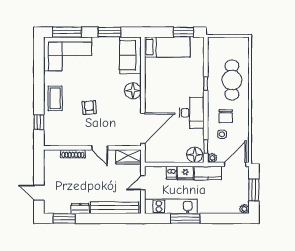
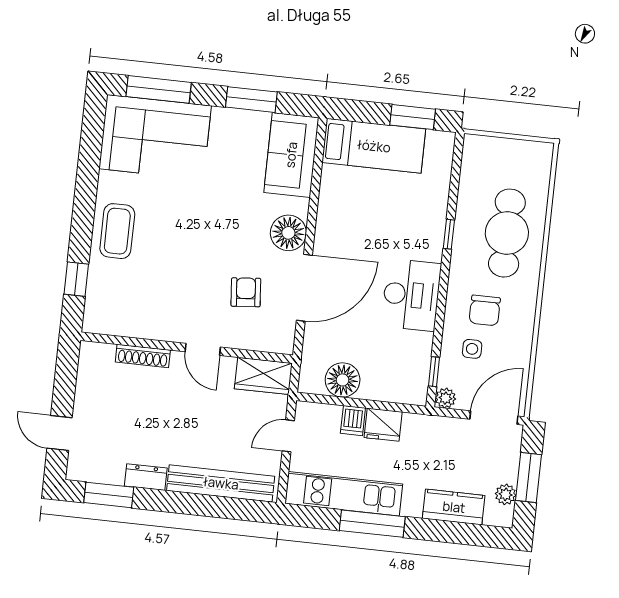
armchair: (89, 108) -> (246, 292), moved
door: (143, 128) -> (304, 288), moved
floor lamp: (195, 155) -> (343, 380), moved
kitchen counter: (208, 173) -> (454, 507), moved, turned 180
plant: (244, 209) -> (506, 494), moved

